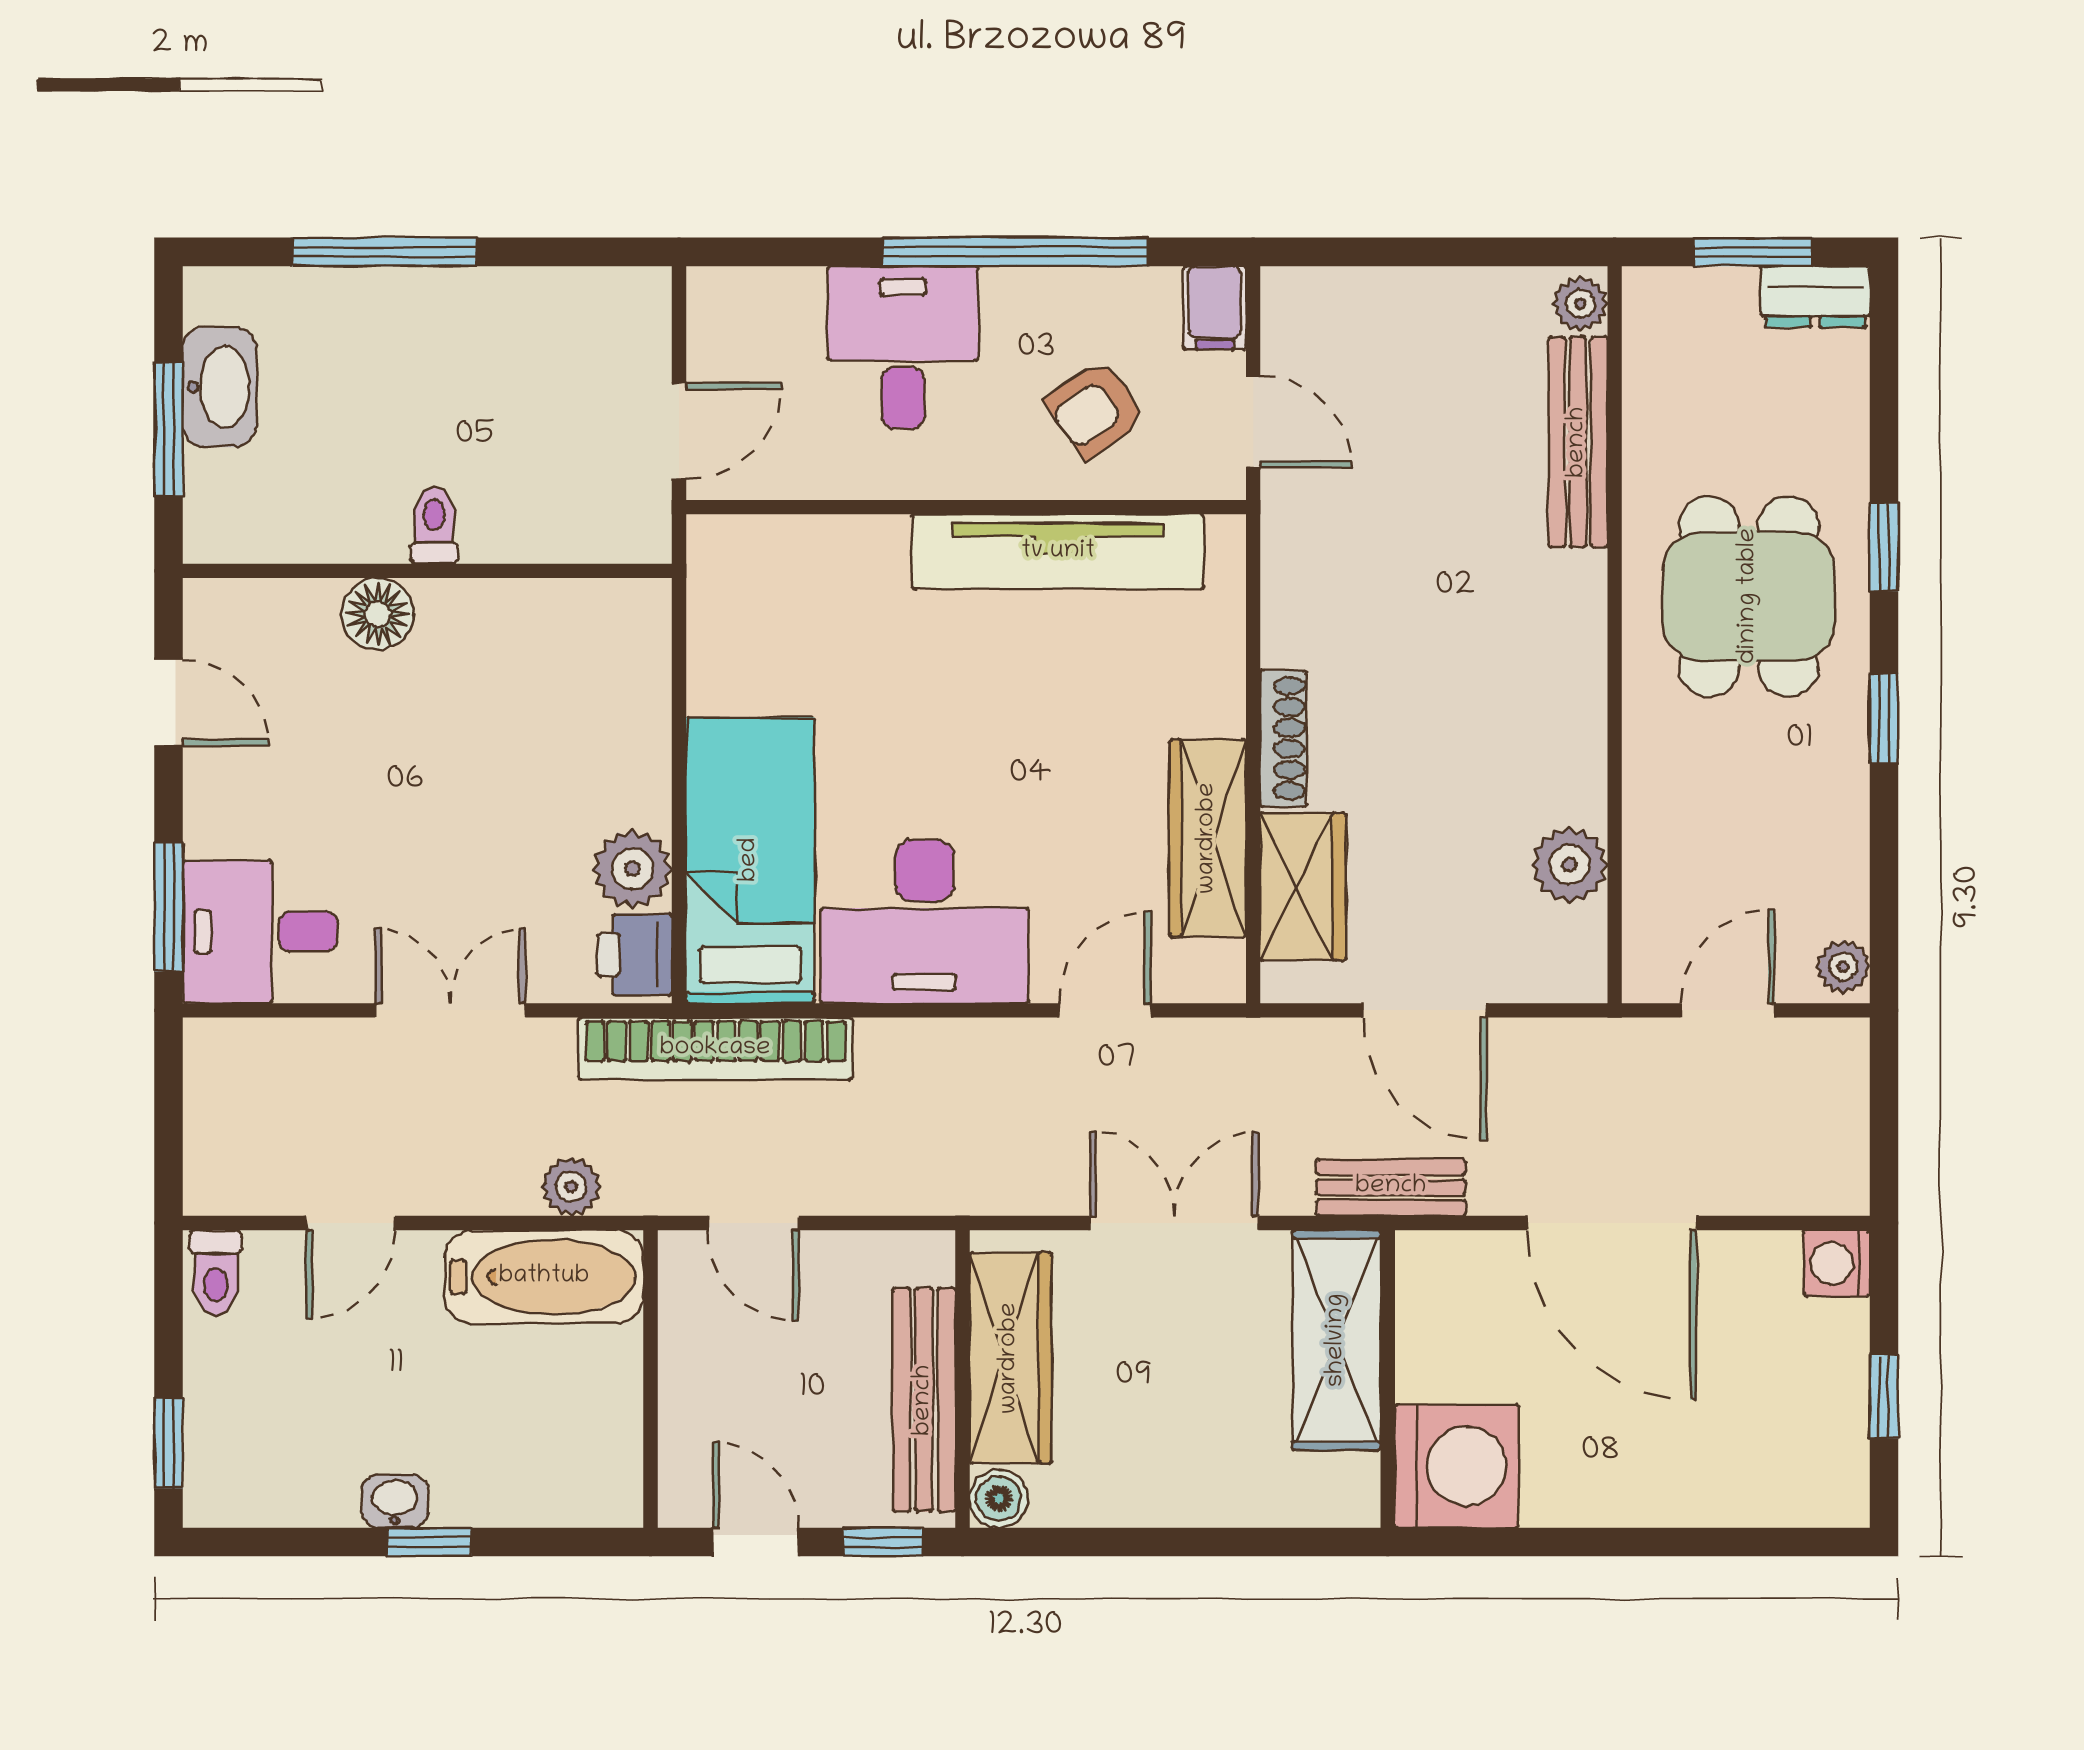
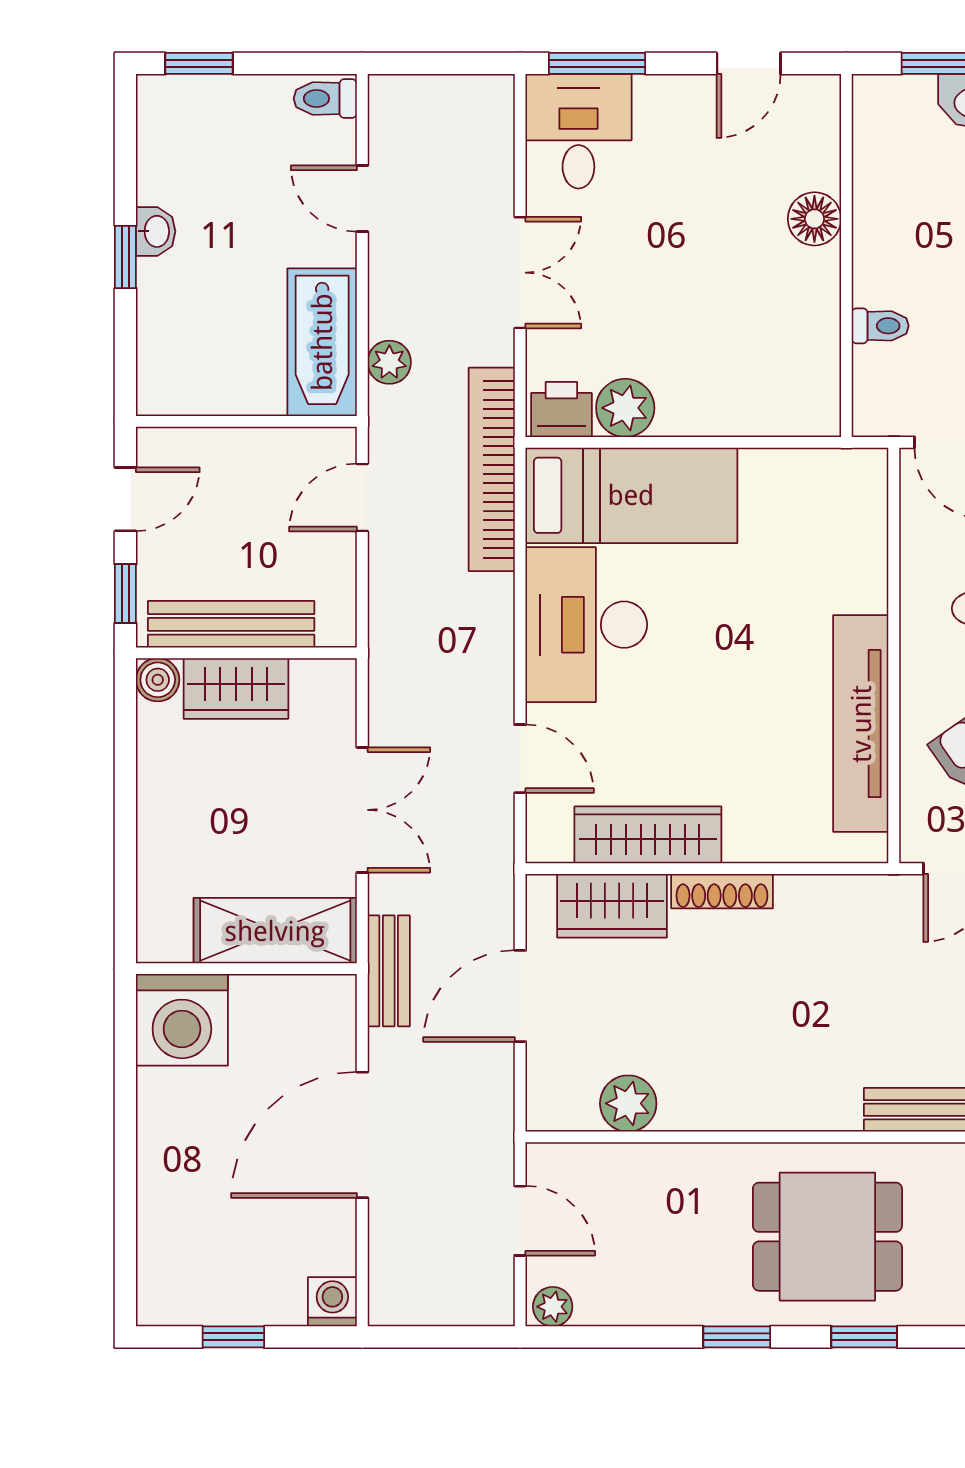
toilet: (434, 525) -> (880, 326), moved
wardrobe: (1010, 1358) -> (236, 688), width x0.67

